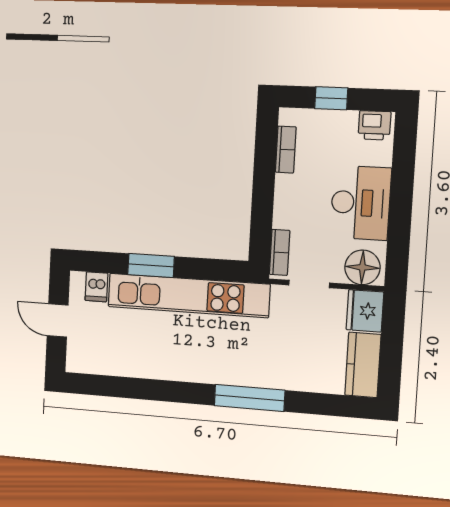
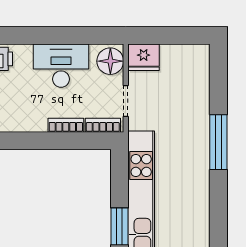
bookcase: (286, 150) -> (66, 125), moved
kitchen counter: (363, 365) -> (185, 56), removed

